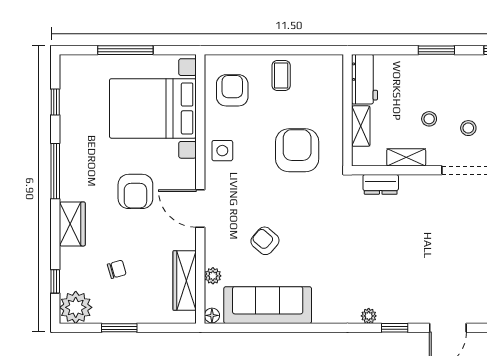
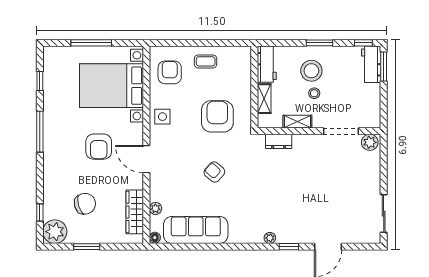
coffee table: (281, 75) -> (206, 61), turned 90
stool: (468, 128) -> (311, 71), moved, width x1.89, depth x1.89
wardrobe: (72, 224) -> (52, 170), removed
armchair: (265, 241) -> (214, 172), moved
chair: (117, 269) -> (85, 204), width x1.87, depth x1.87

